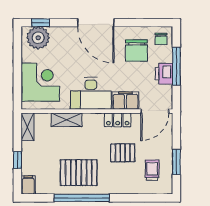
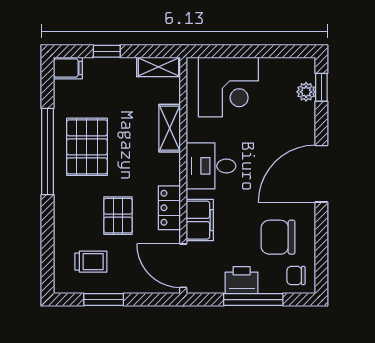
plant: (38, 38) -> (306, 92), width x0.53, depth x0.53
desk: (91, 93) -> (211, 166), width x0.73

